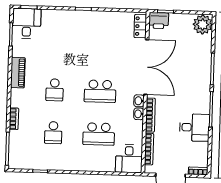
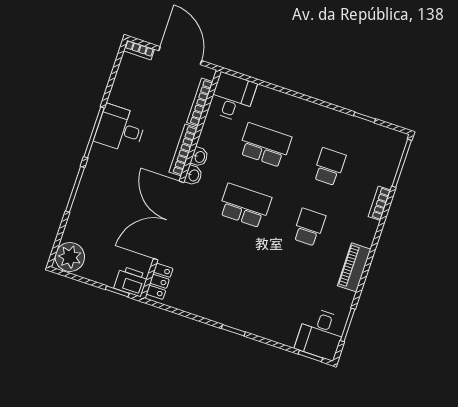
desk: (195, 127) -> (120, 129), moved

